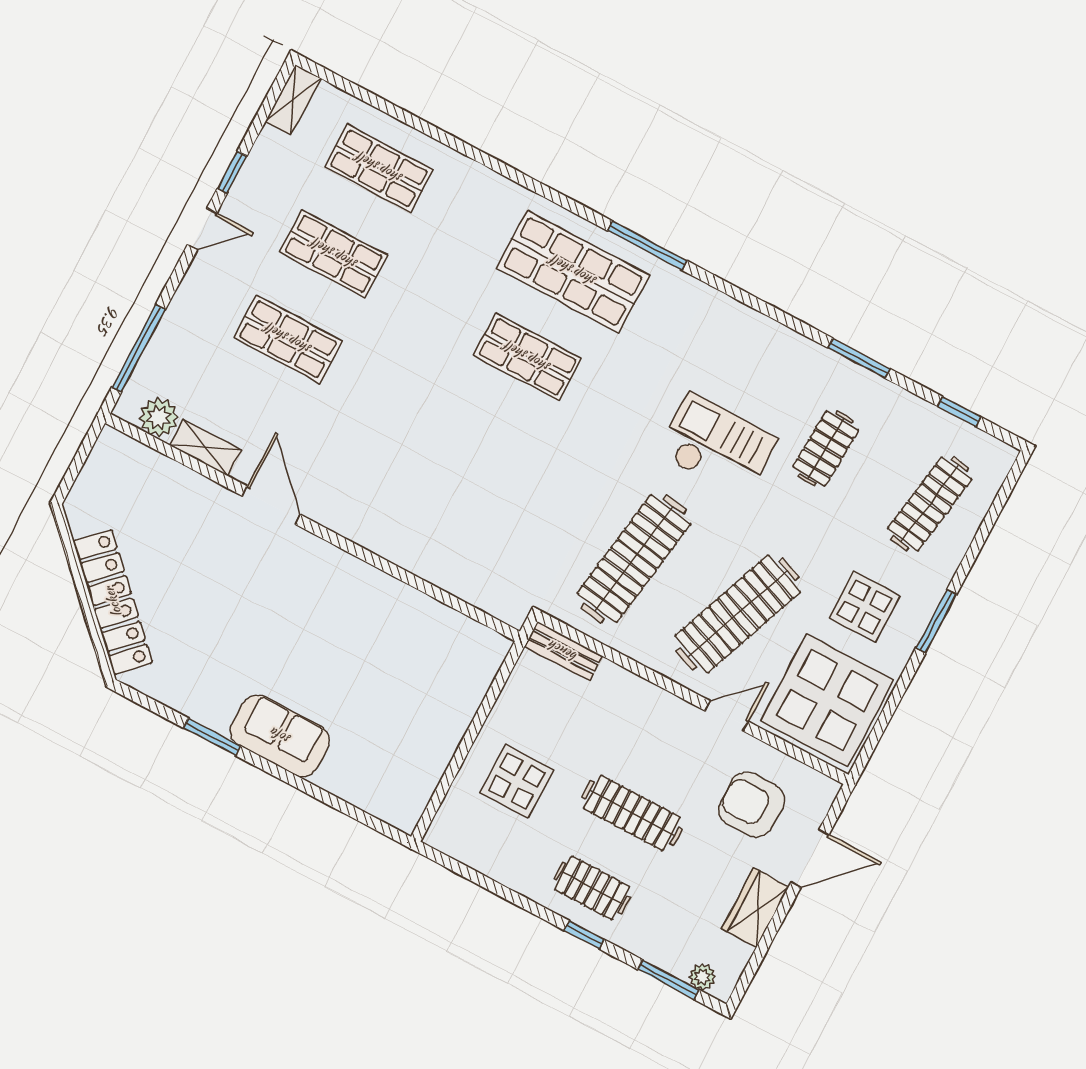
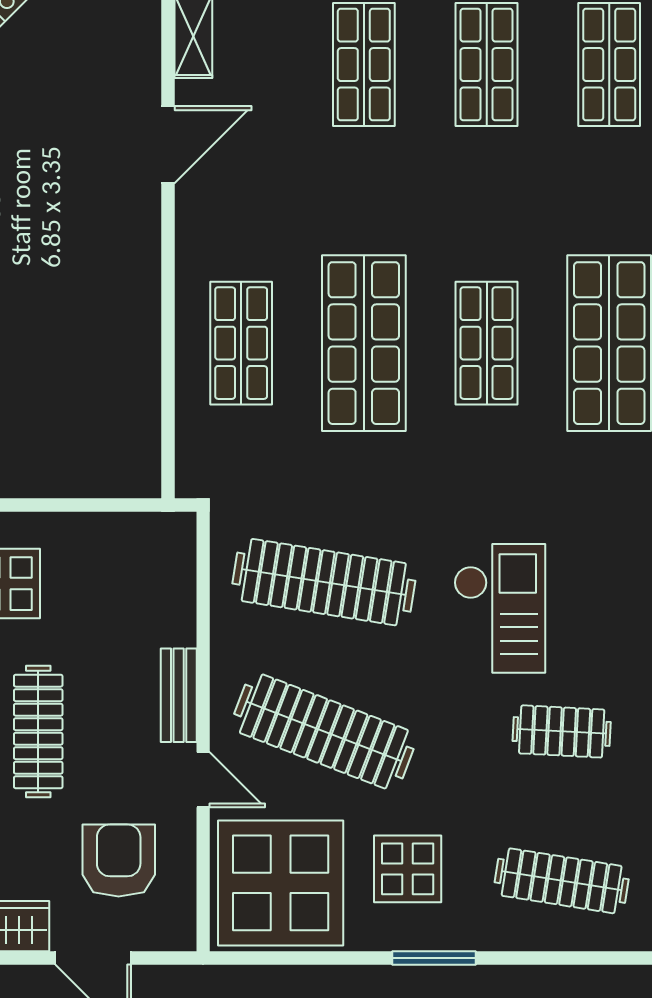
shop shelf: (482, 442) -> (364, 343), added
shop shelf: (437, 528) -> (241, 343), added
bench: (563, 651) -> (179, 695), moved

